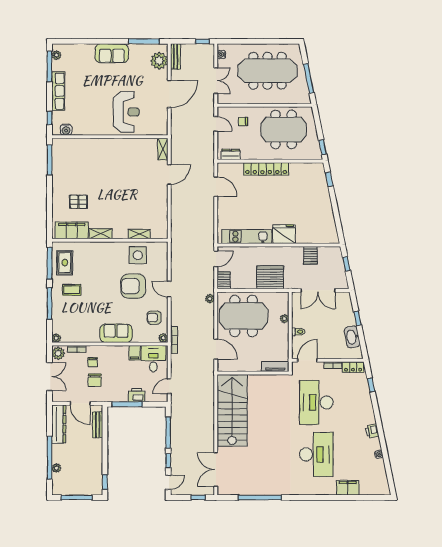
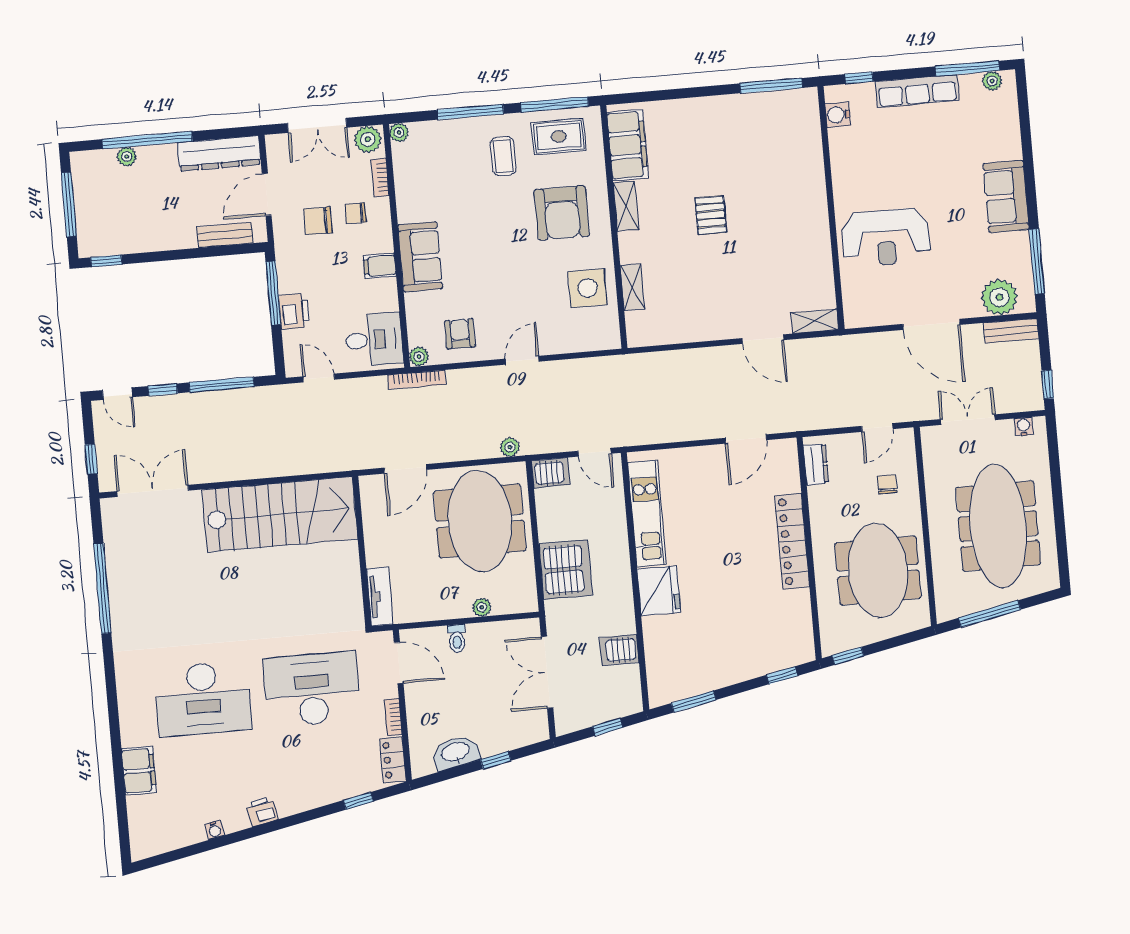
double door: (216, 81) -> (968, 420), swing flipped
pallet: (78, 202) -> (711, 215), moved
window: (338, 222) -> (694, 701), added
armchair: (133, 286) -> (562, 213), moved, turned 180
filing cabinet: (135, 353) -> (380, 266), moved

